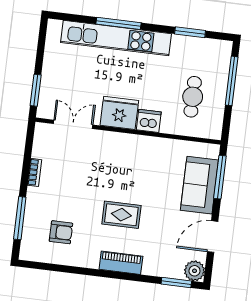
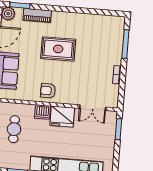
rug: (121, 215) -> (58, 49), width x1.36, depth x1.43
armchair: (61, 232) -> (48, 91), moved
piano: (121, 263) -> (37, 15), moved

